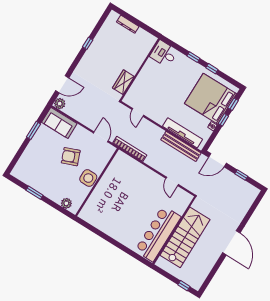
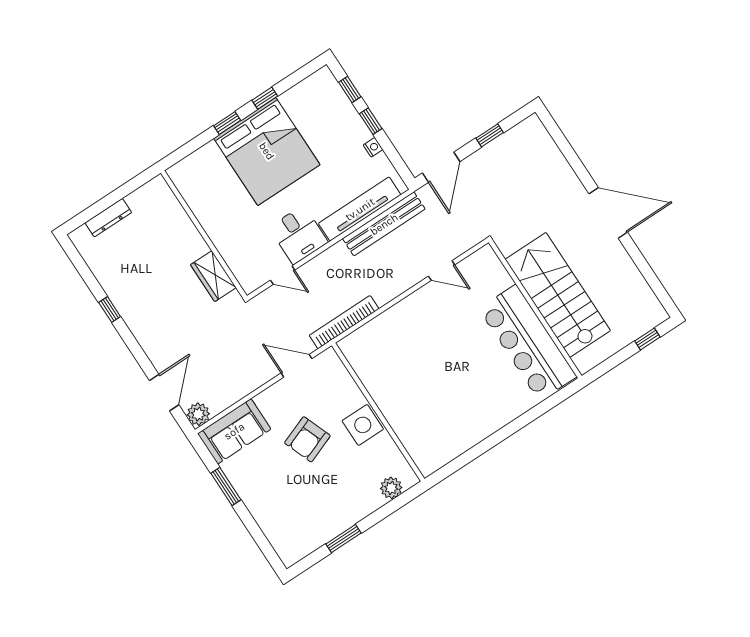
desk: (164, 54) -> (298, 235), moved, turned -90
bed: (210, 99) -> (267, 151), moved, turned -90

